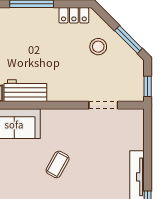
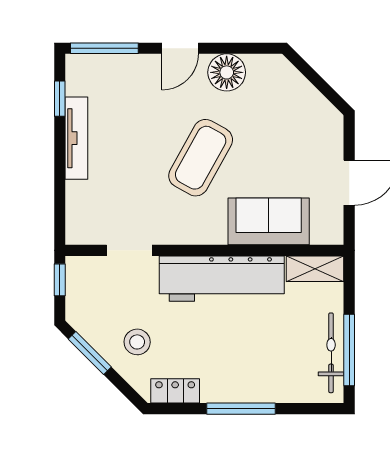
workbench: (25, 91) -> (222, 279), width x1.88, depth x1.32
coffee table: (58, 164) -> (201, 158), width x1.86, depth x1.72

